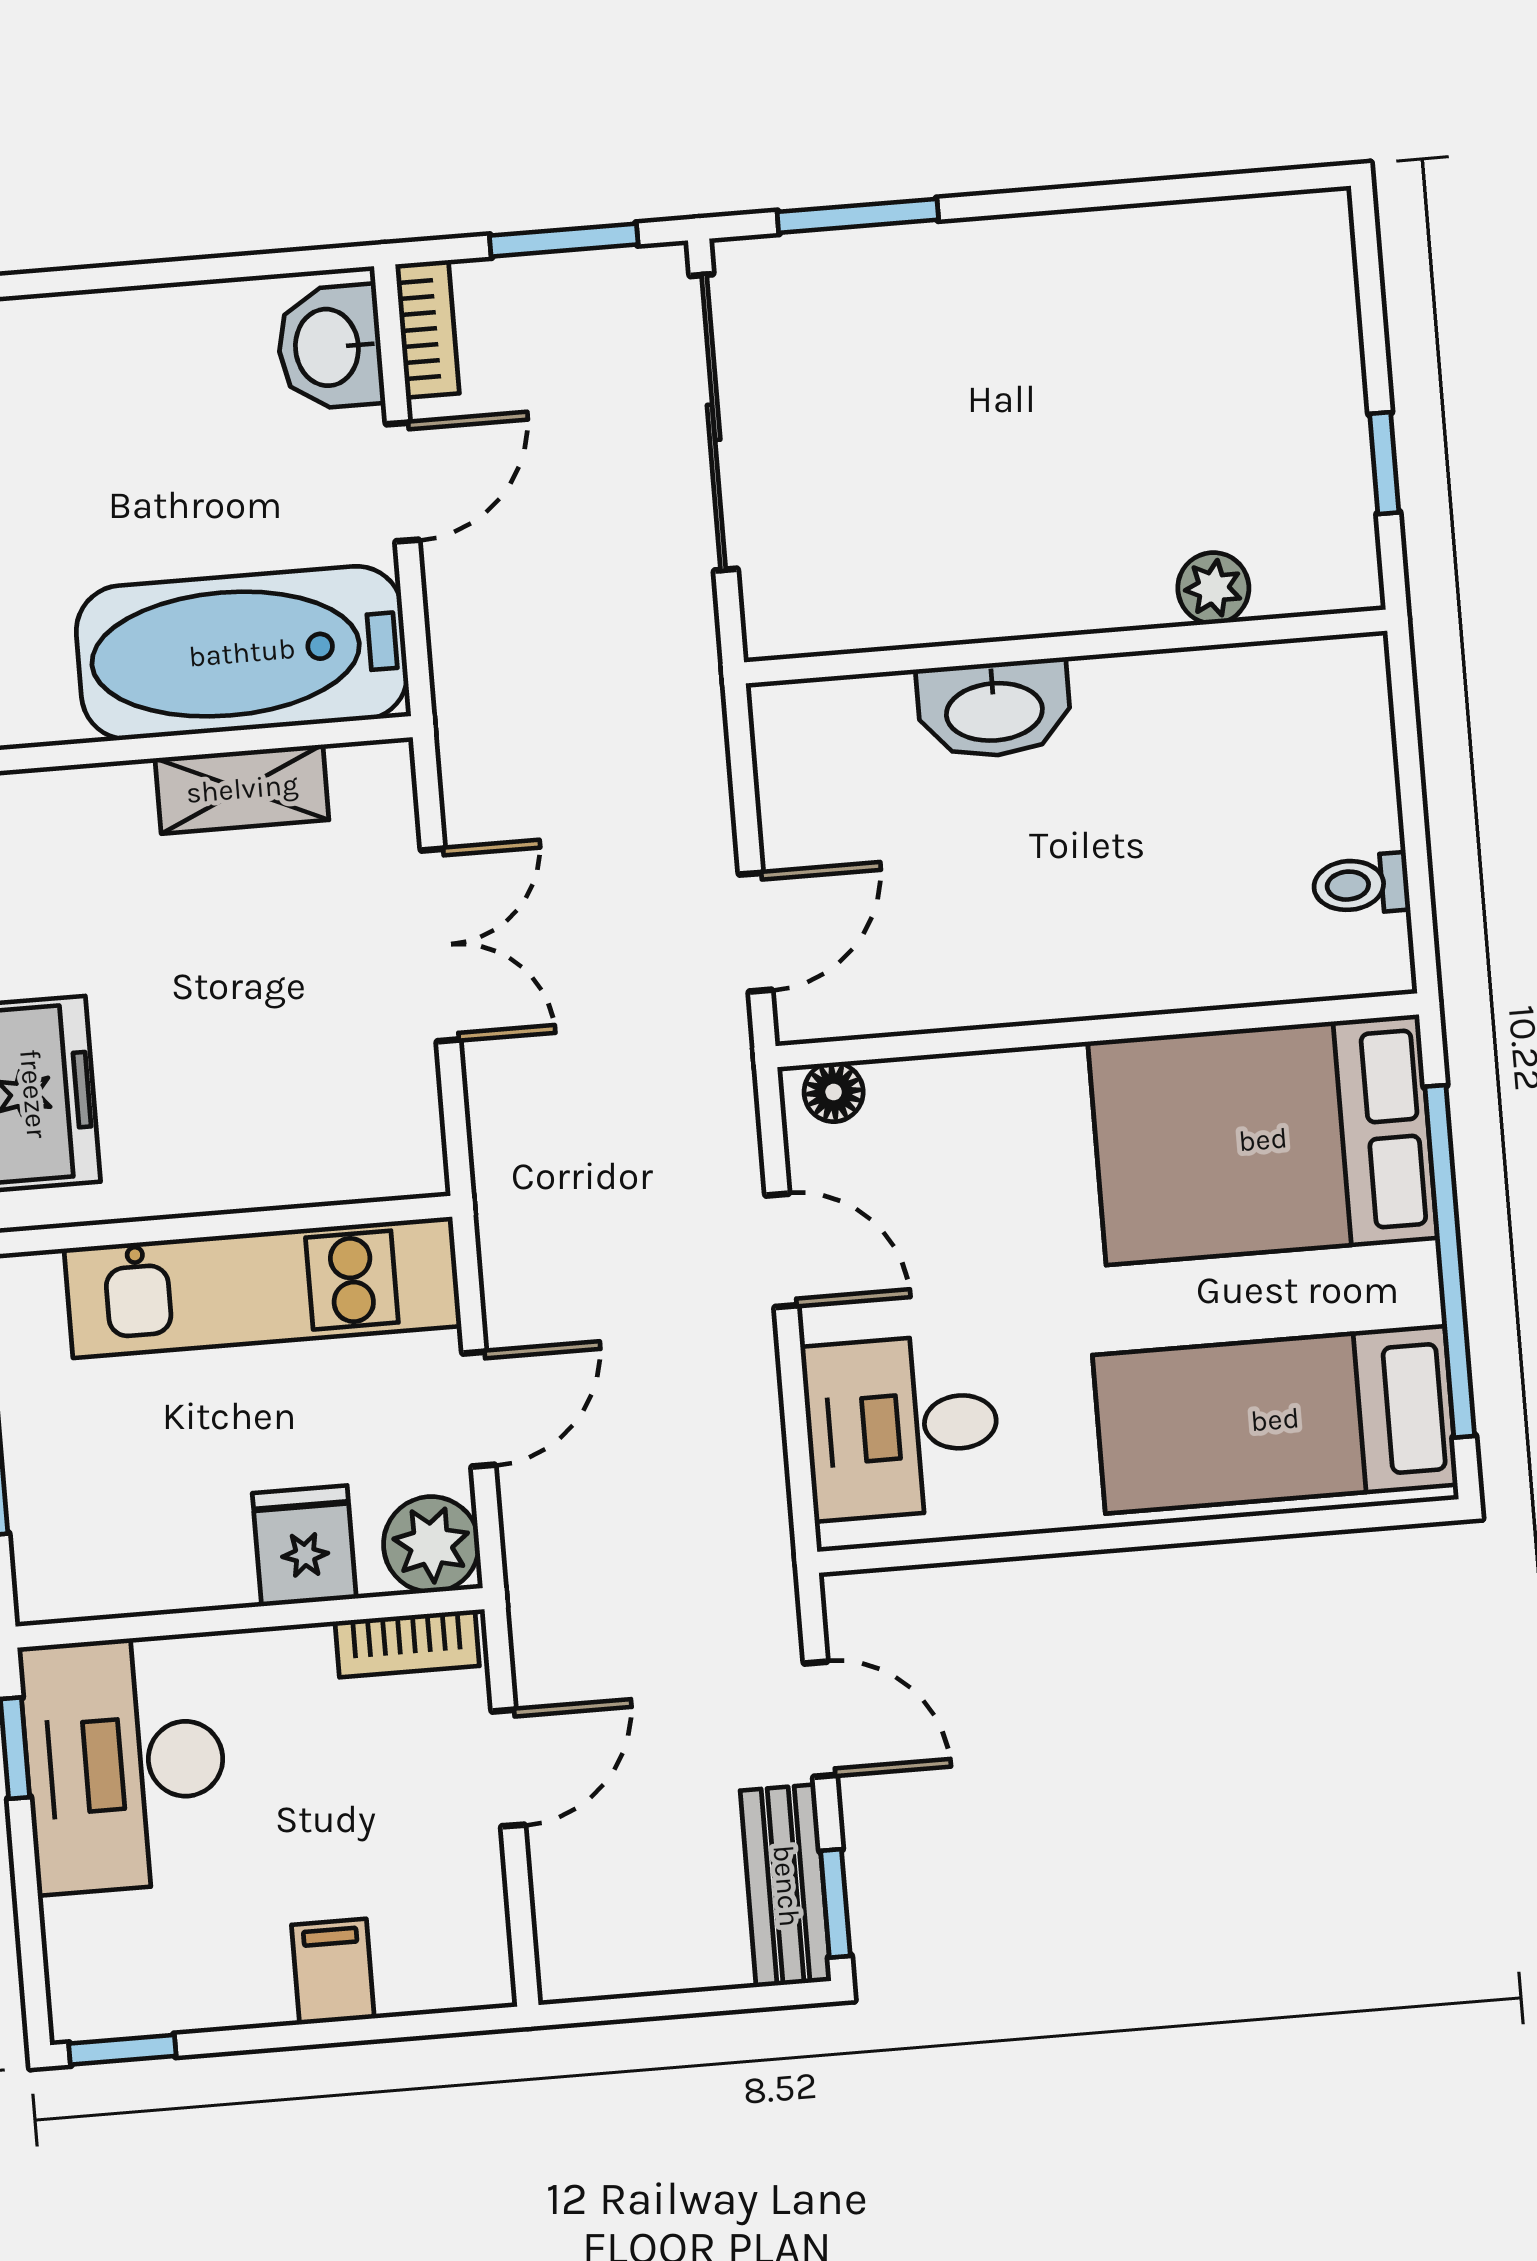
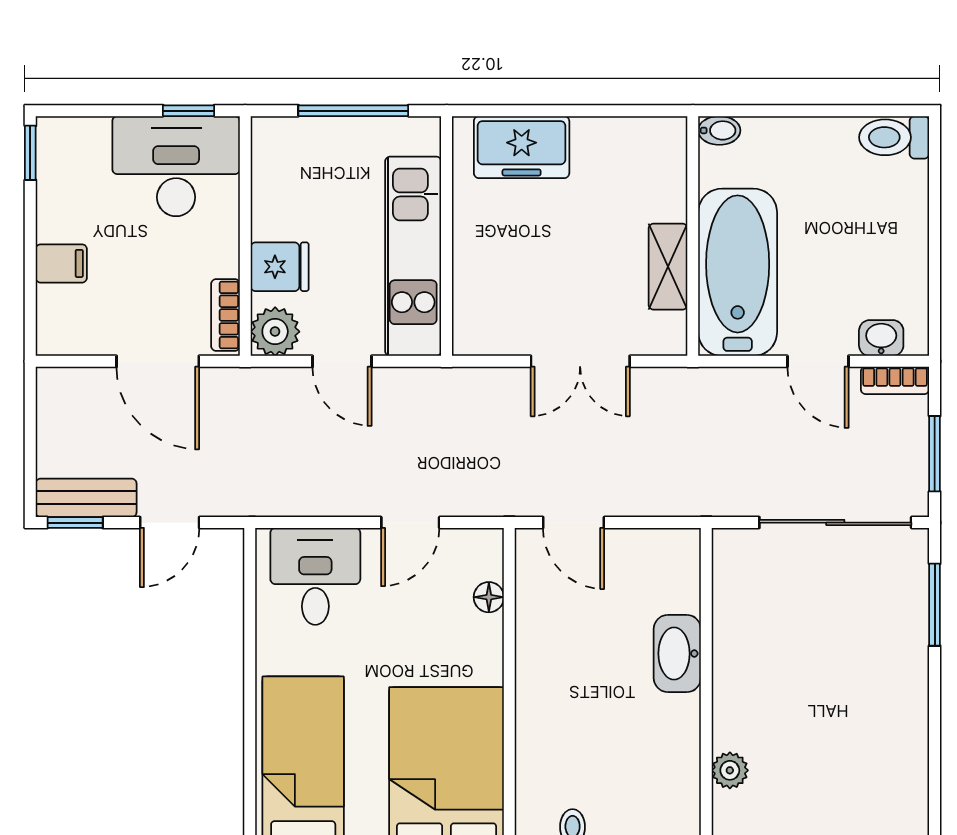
washbasin: (330, 347) -> (881, 338), width x0.72, depth x0.69
floor lamp: (834, 1092) -> (489, 597), moved
door: (508, 1768) -> (158, 361), width x1.38

